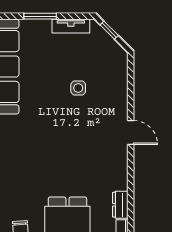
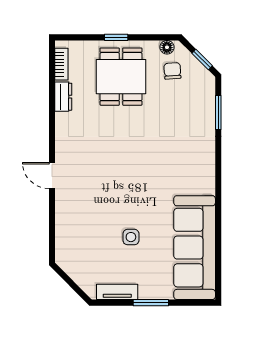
window: (109, 30) -> (75, 287), removed
side table: (78, 88) -> (131, 237), moved

